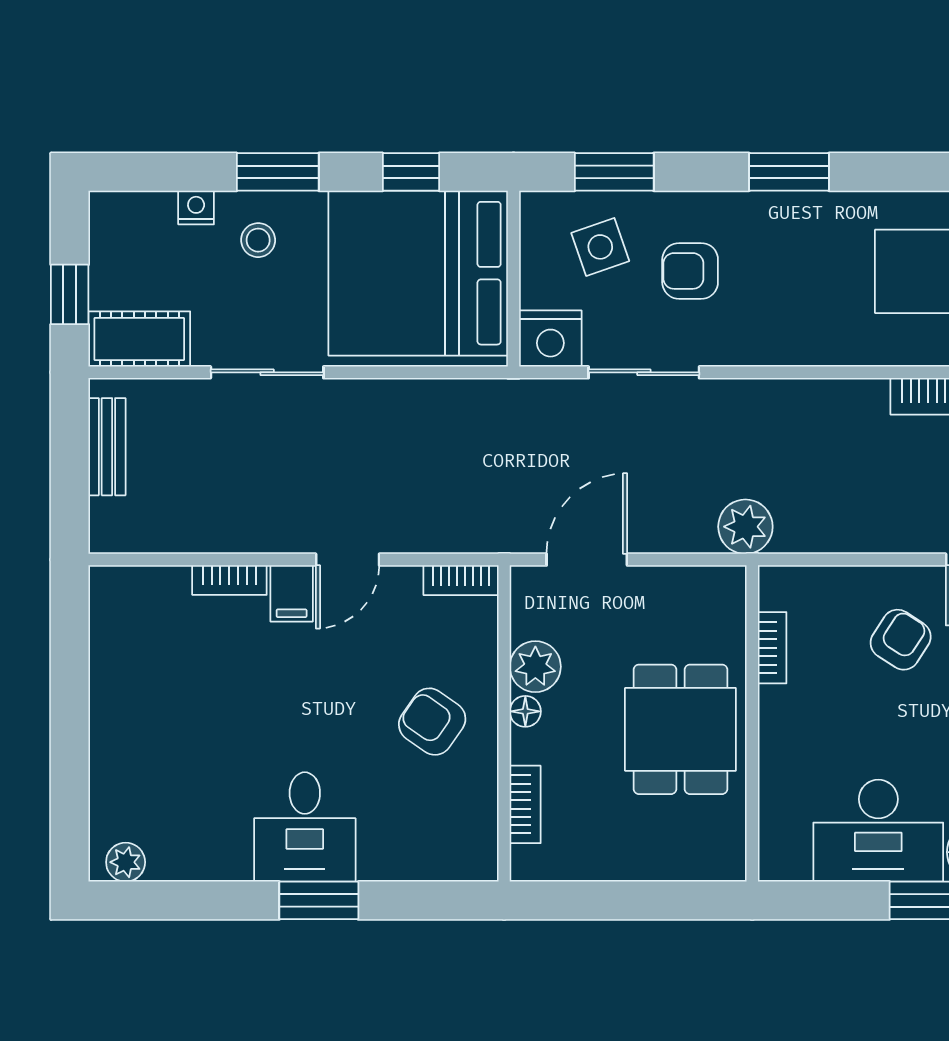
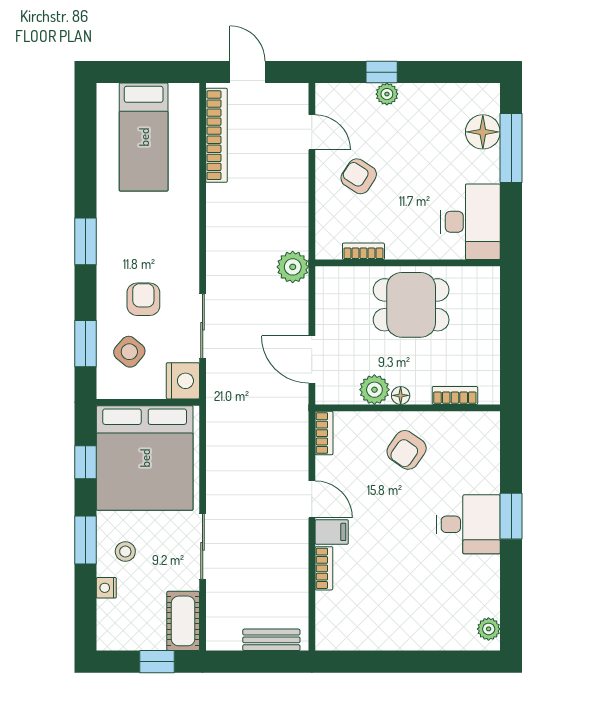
side table: (600, 247) -> (129, 352), turned -31
armchair: (690, 271) -> (143, 299), turned 180
bench: (107, 447) -> (271, 640), moved
desk: (878, 831) -> (470, 222), moved

